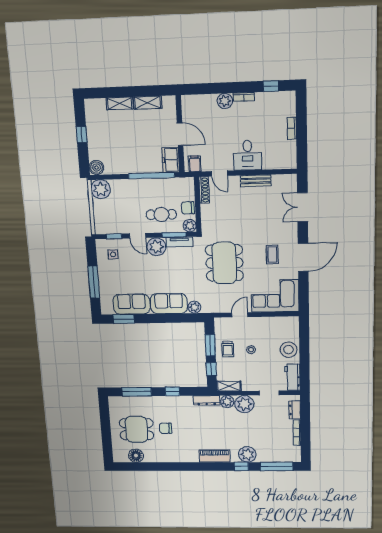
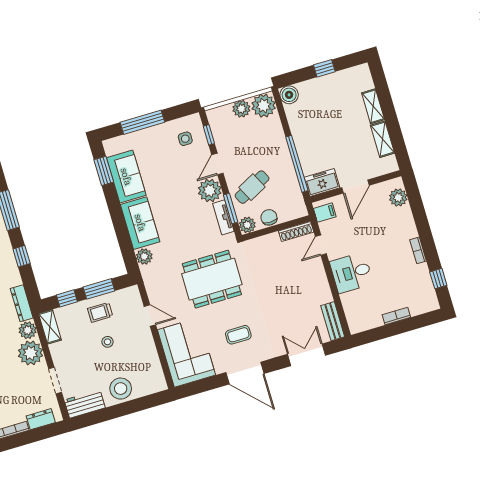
plant: (225, 101) -> (398, 198), moved
bench: (256, 181) -> (333, 321), moved
plant: (99, 207) -> (241, 109), added
cafe table: (161, 215) -> (252, 187), turned 63

